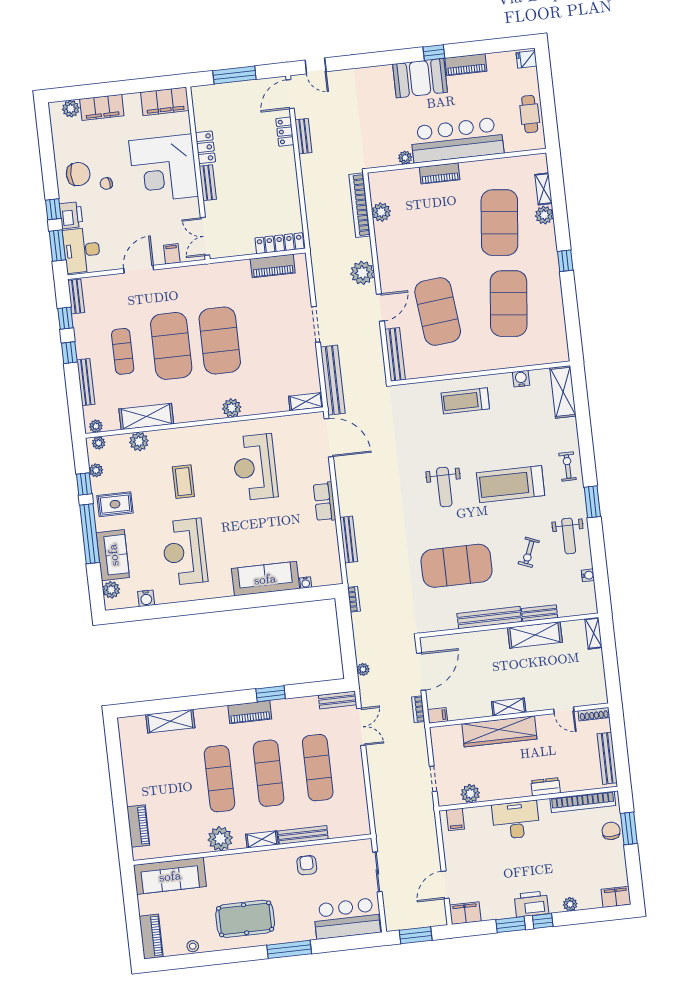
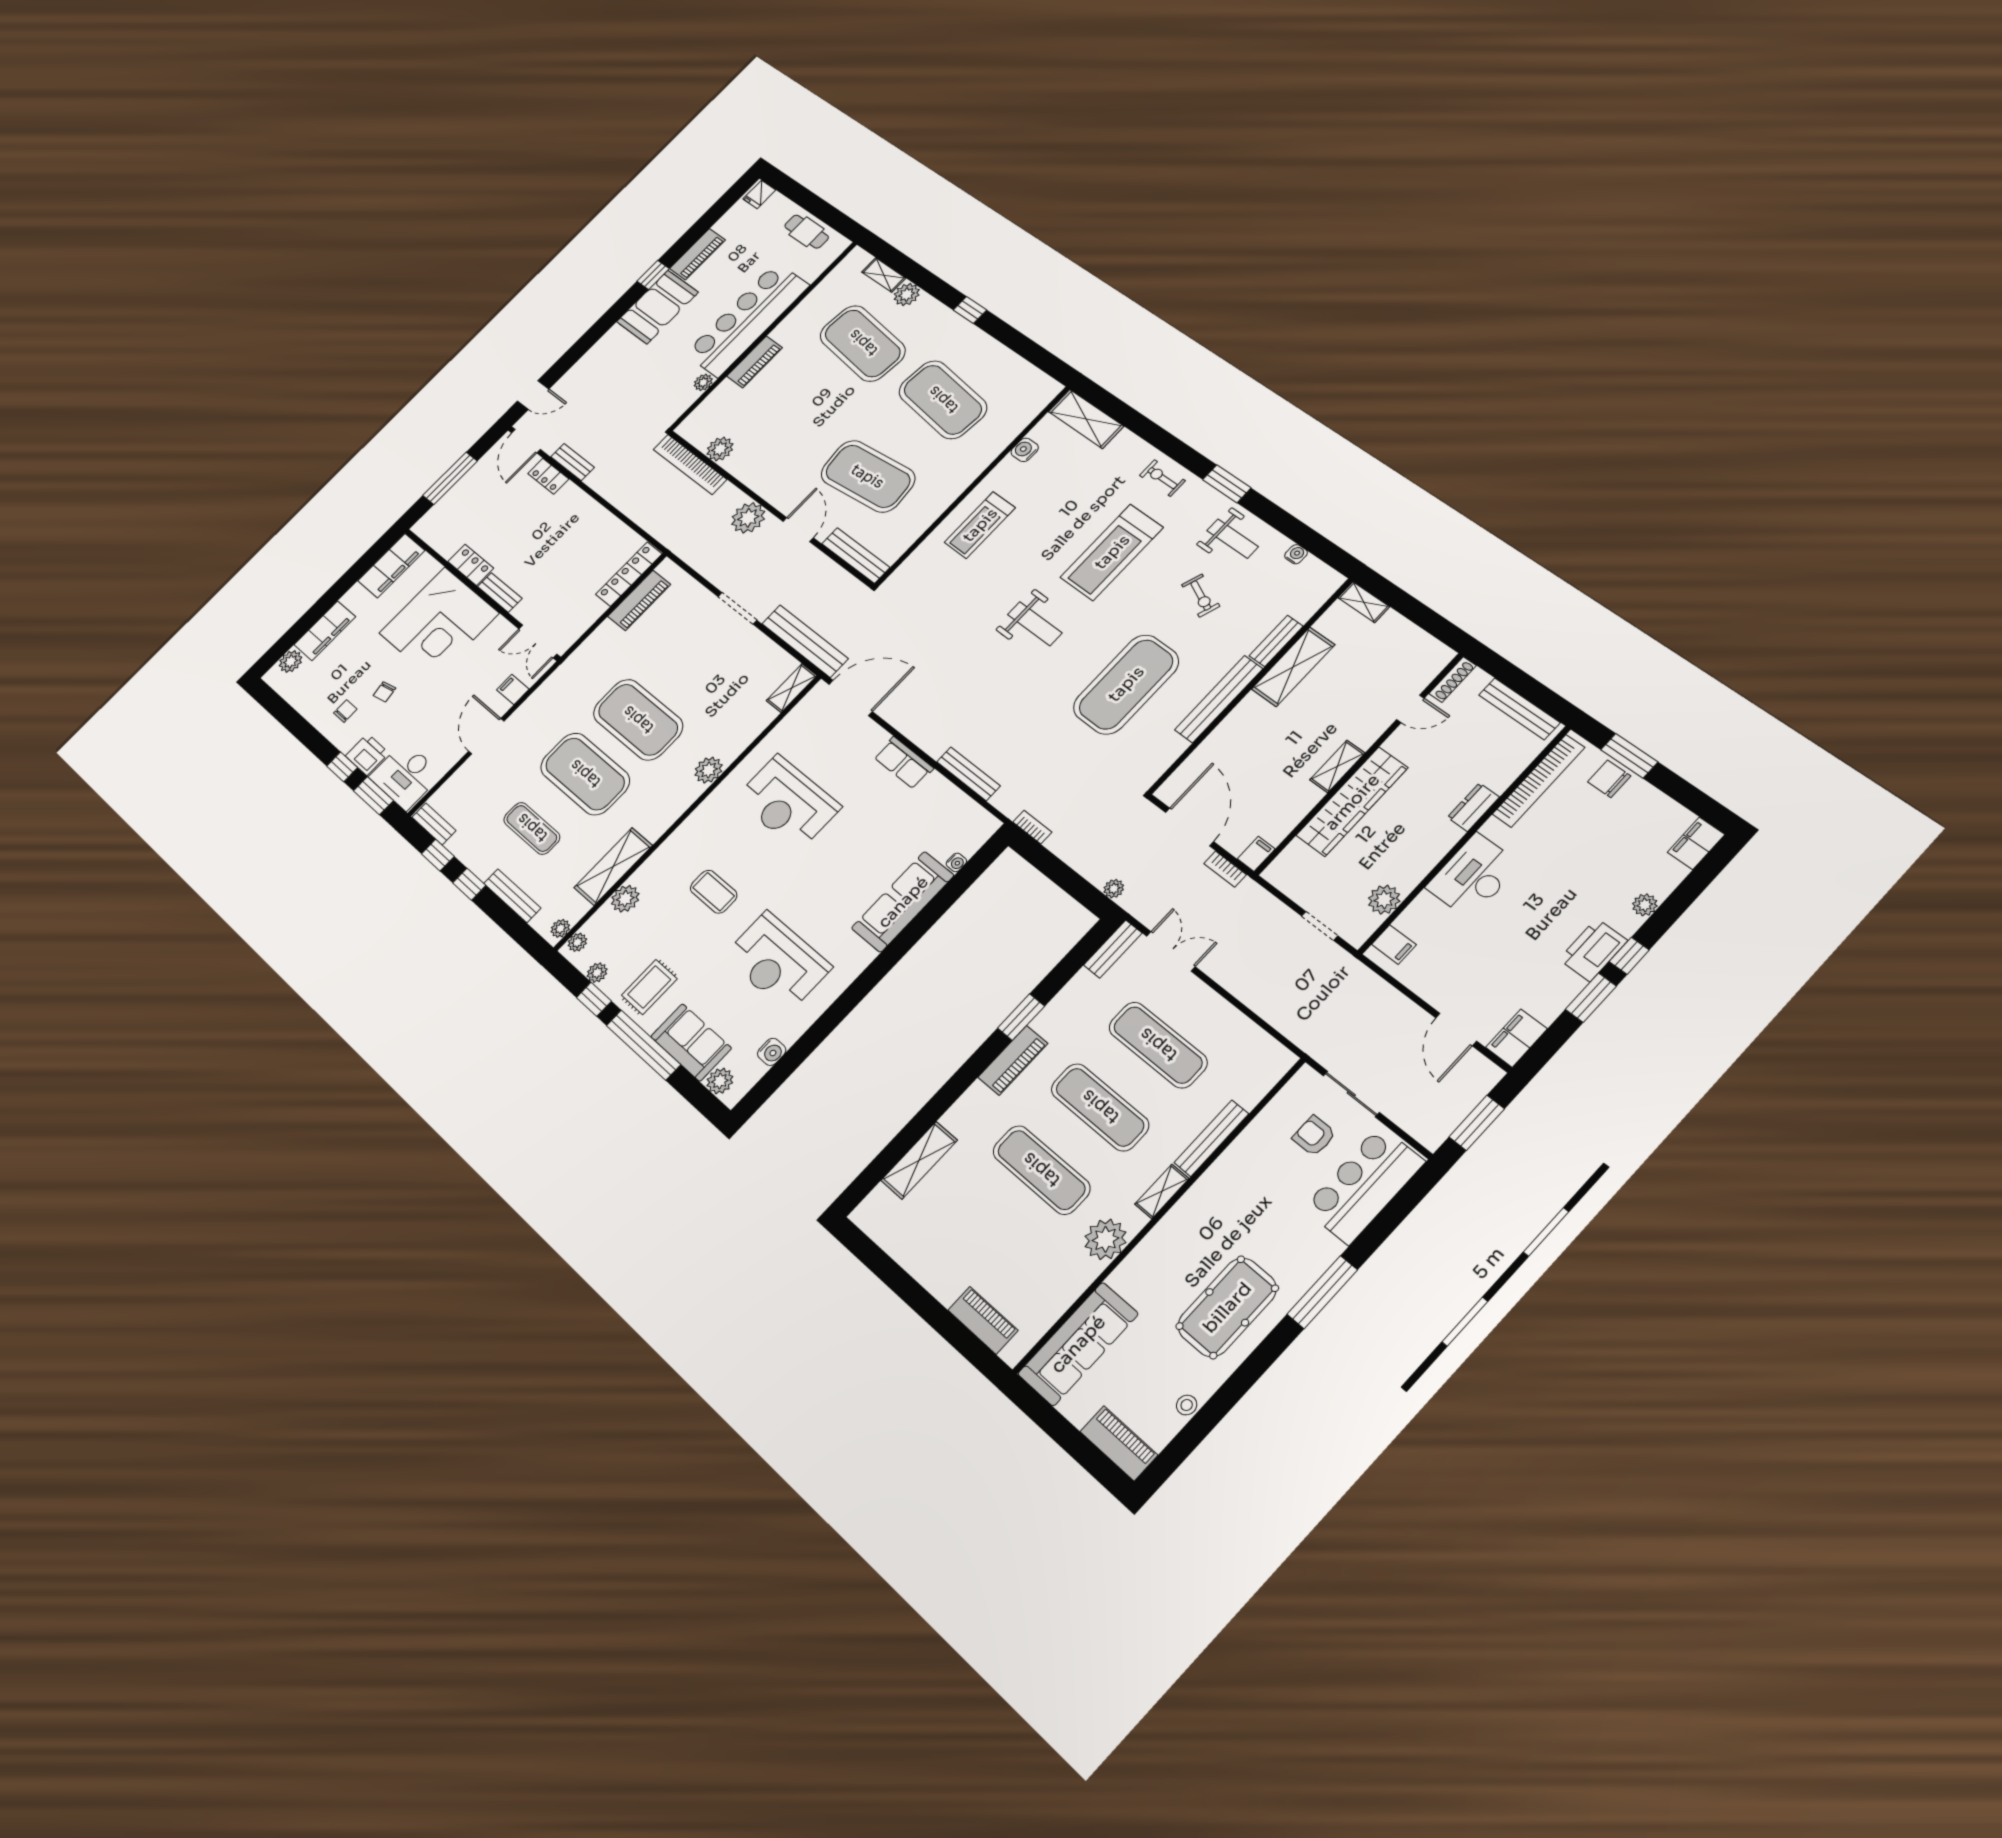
chair: (78, 174) -> (345, 711), width x0.54, depth x0.54
armchair: (307, 865) -> (1314, 1136), moved

